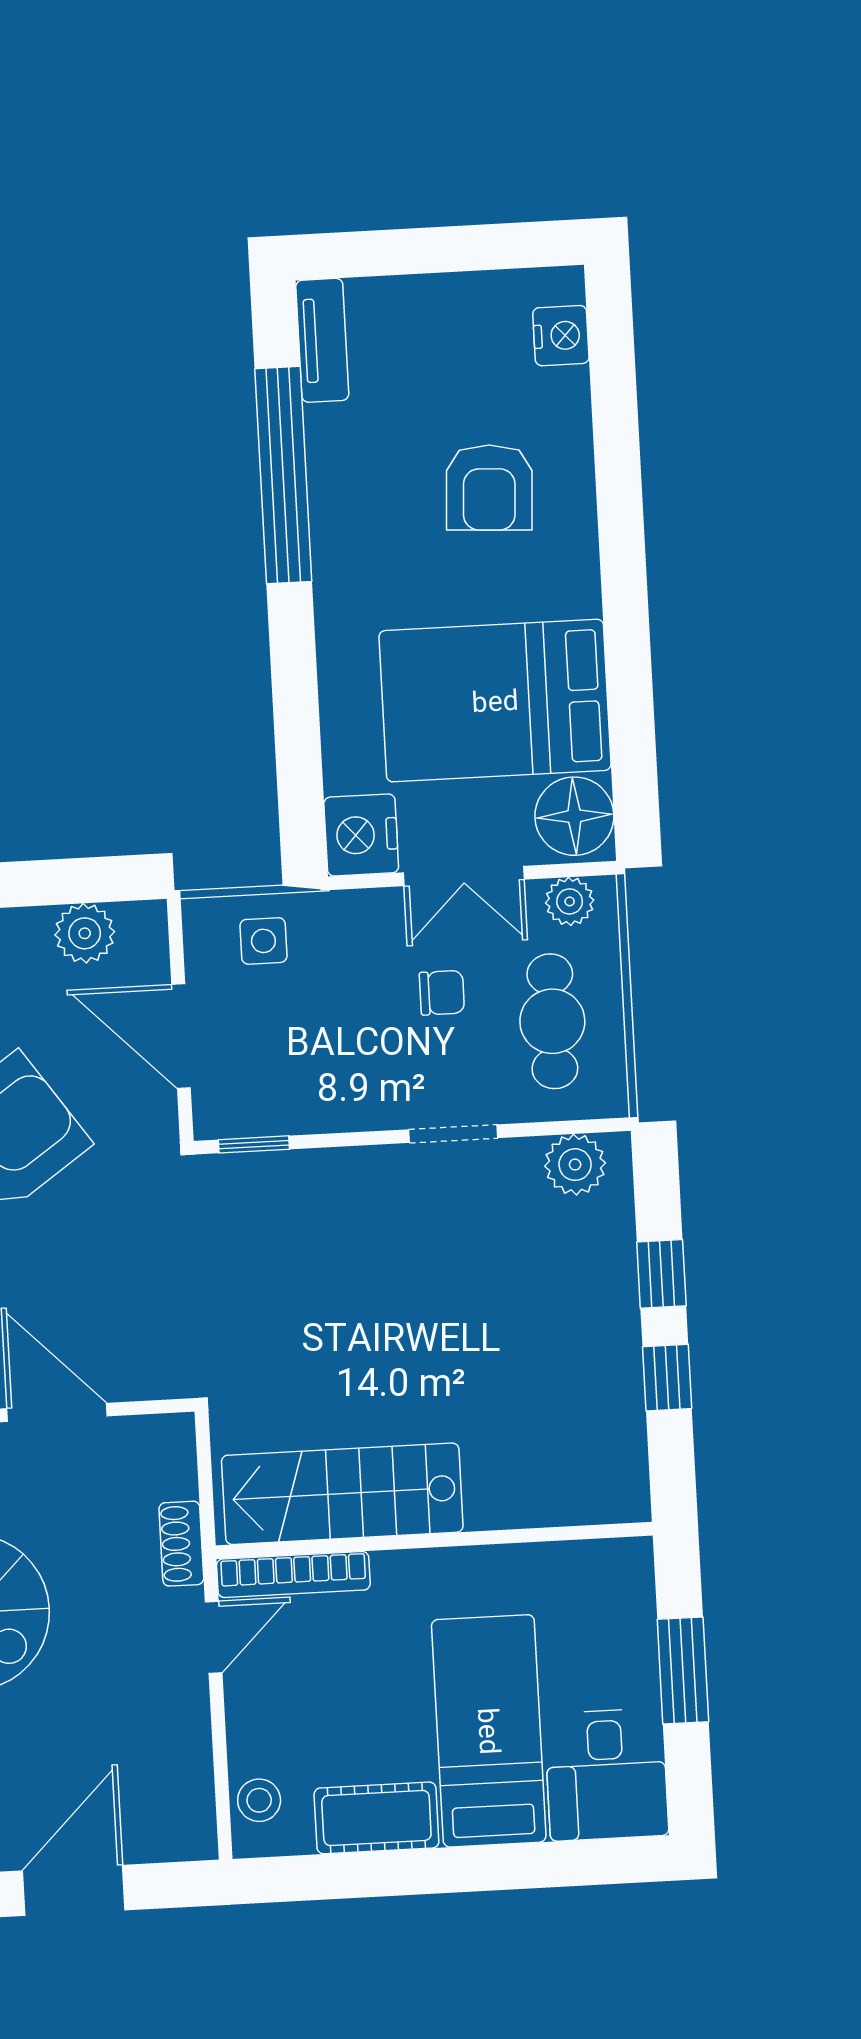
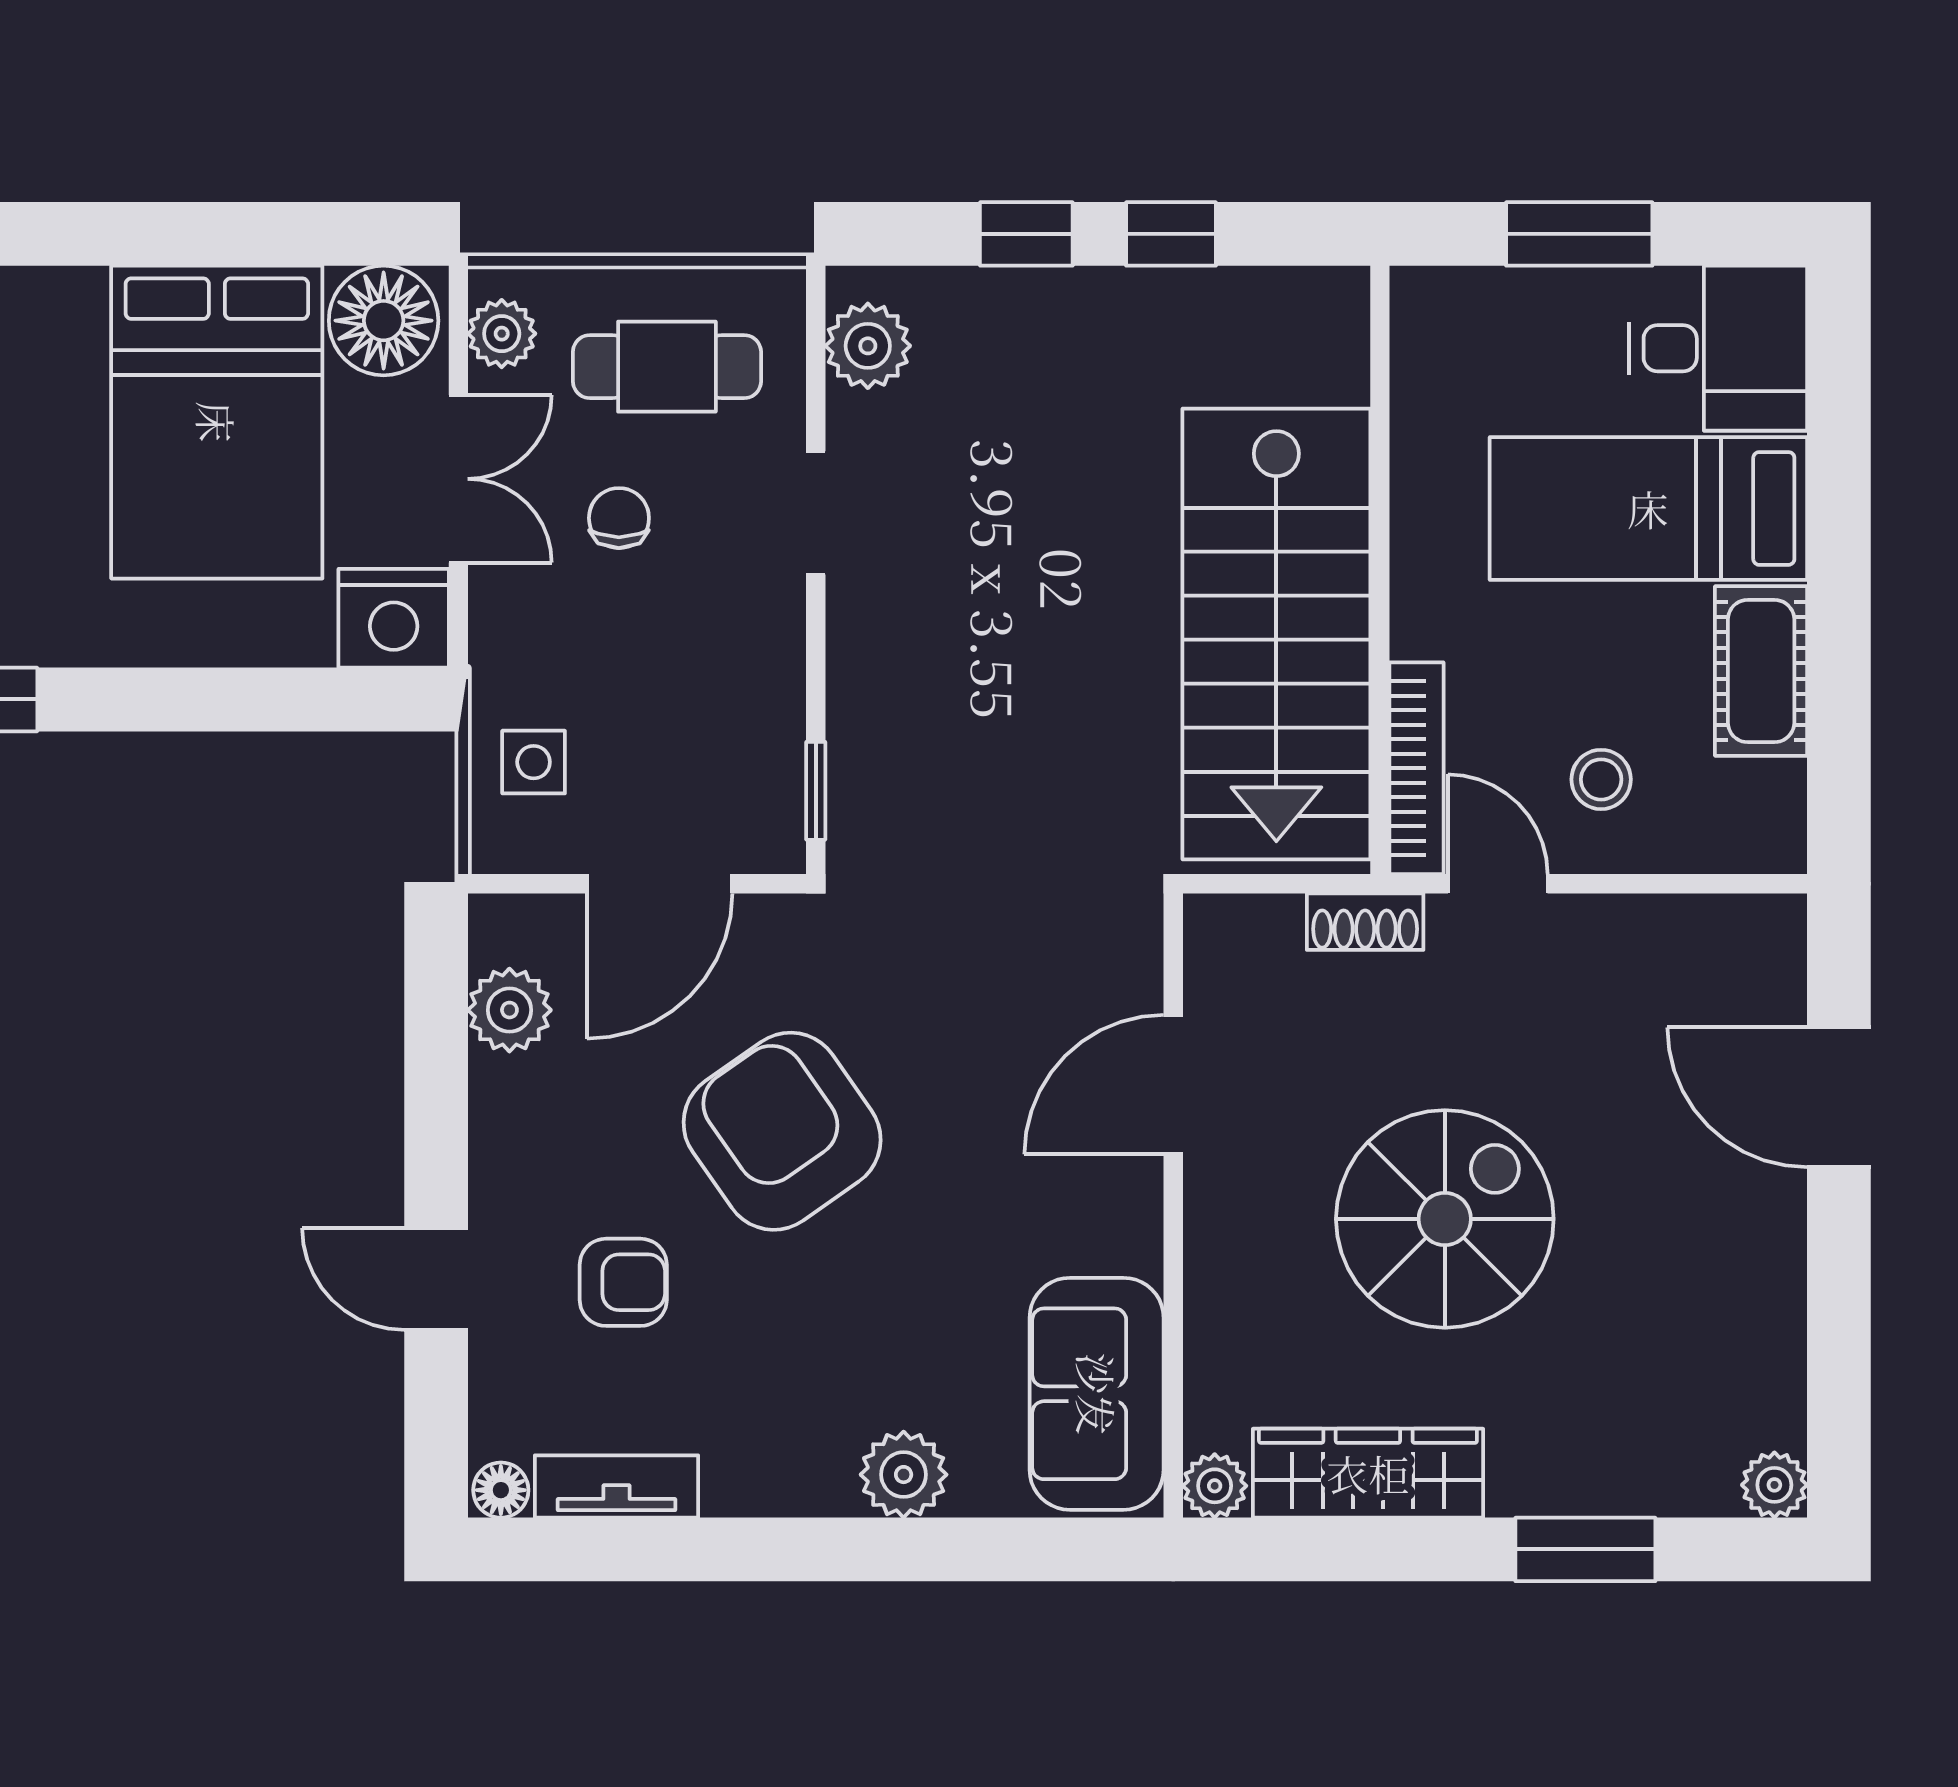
stairs: (342, 1494) -> (1276, 634), width x1.36, depth x1.51
stool: (259, 1800) -> (1601, 779), moved

